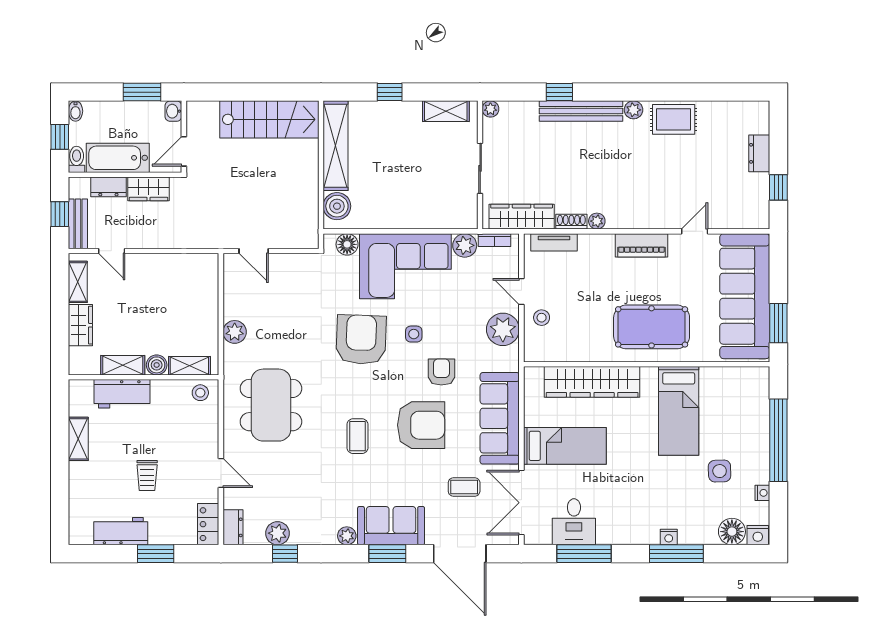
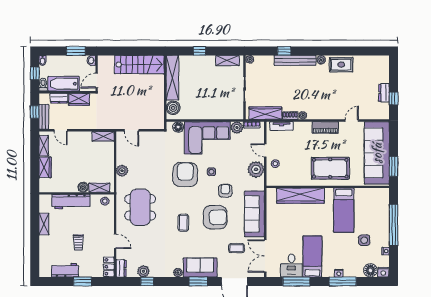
dresser: (759, 153) -> (384, 93), moved
shelving: (123, 365) -> (103, 136), moved
workbench: (122, 394) -> (71, 202), width x1.38
bed: (565, 446) -> (312, 257), moved, turned -90

